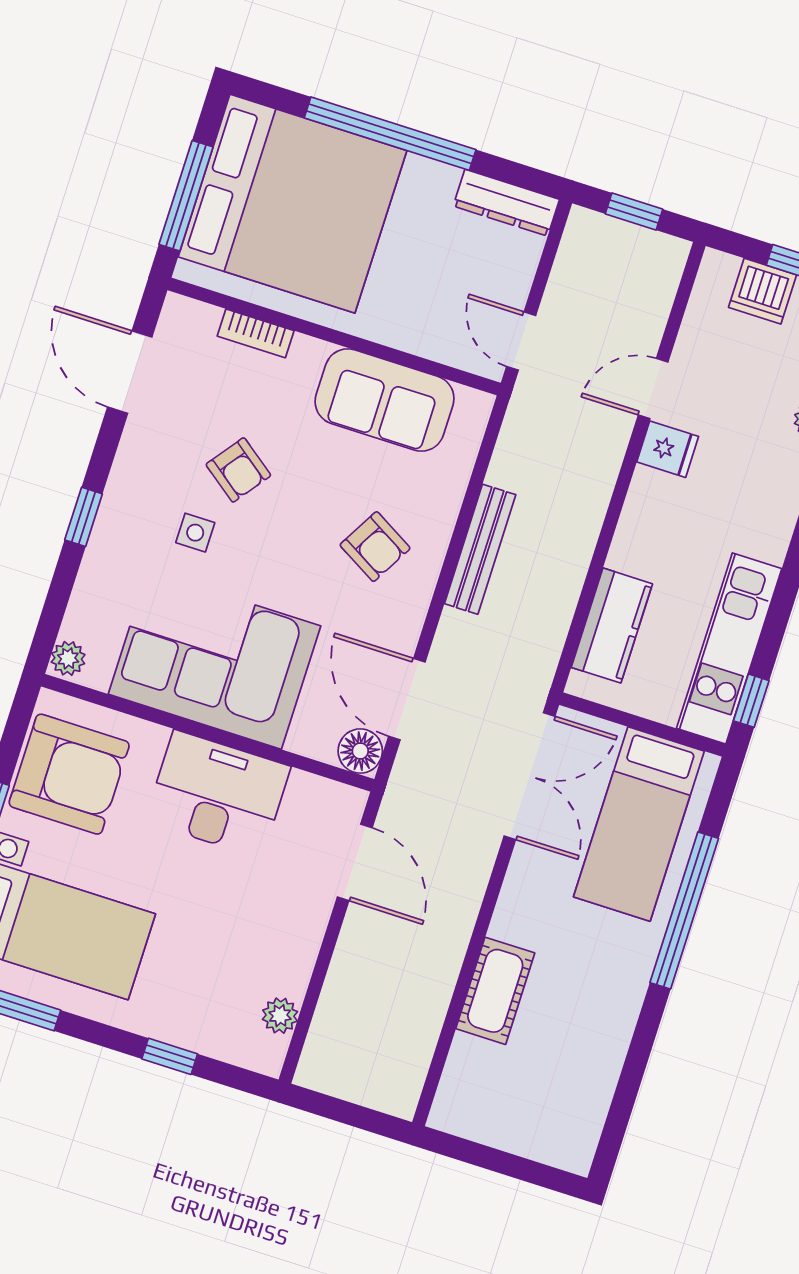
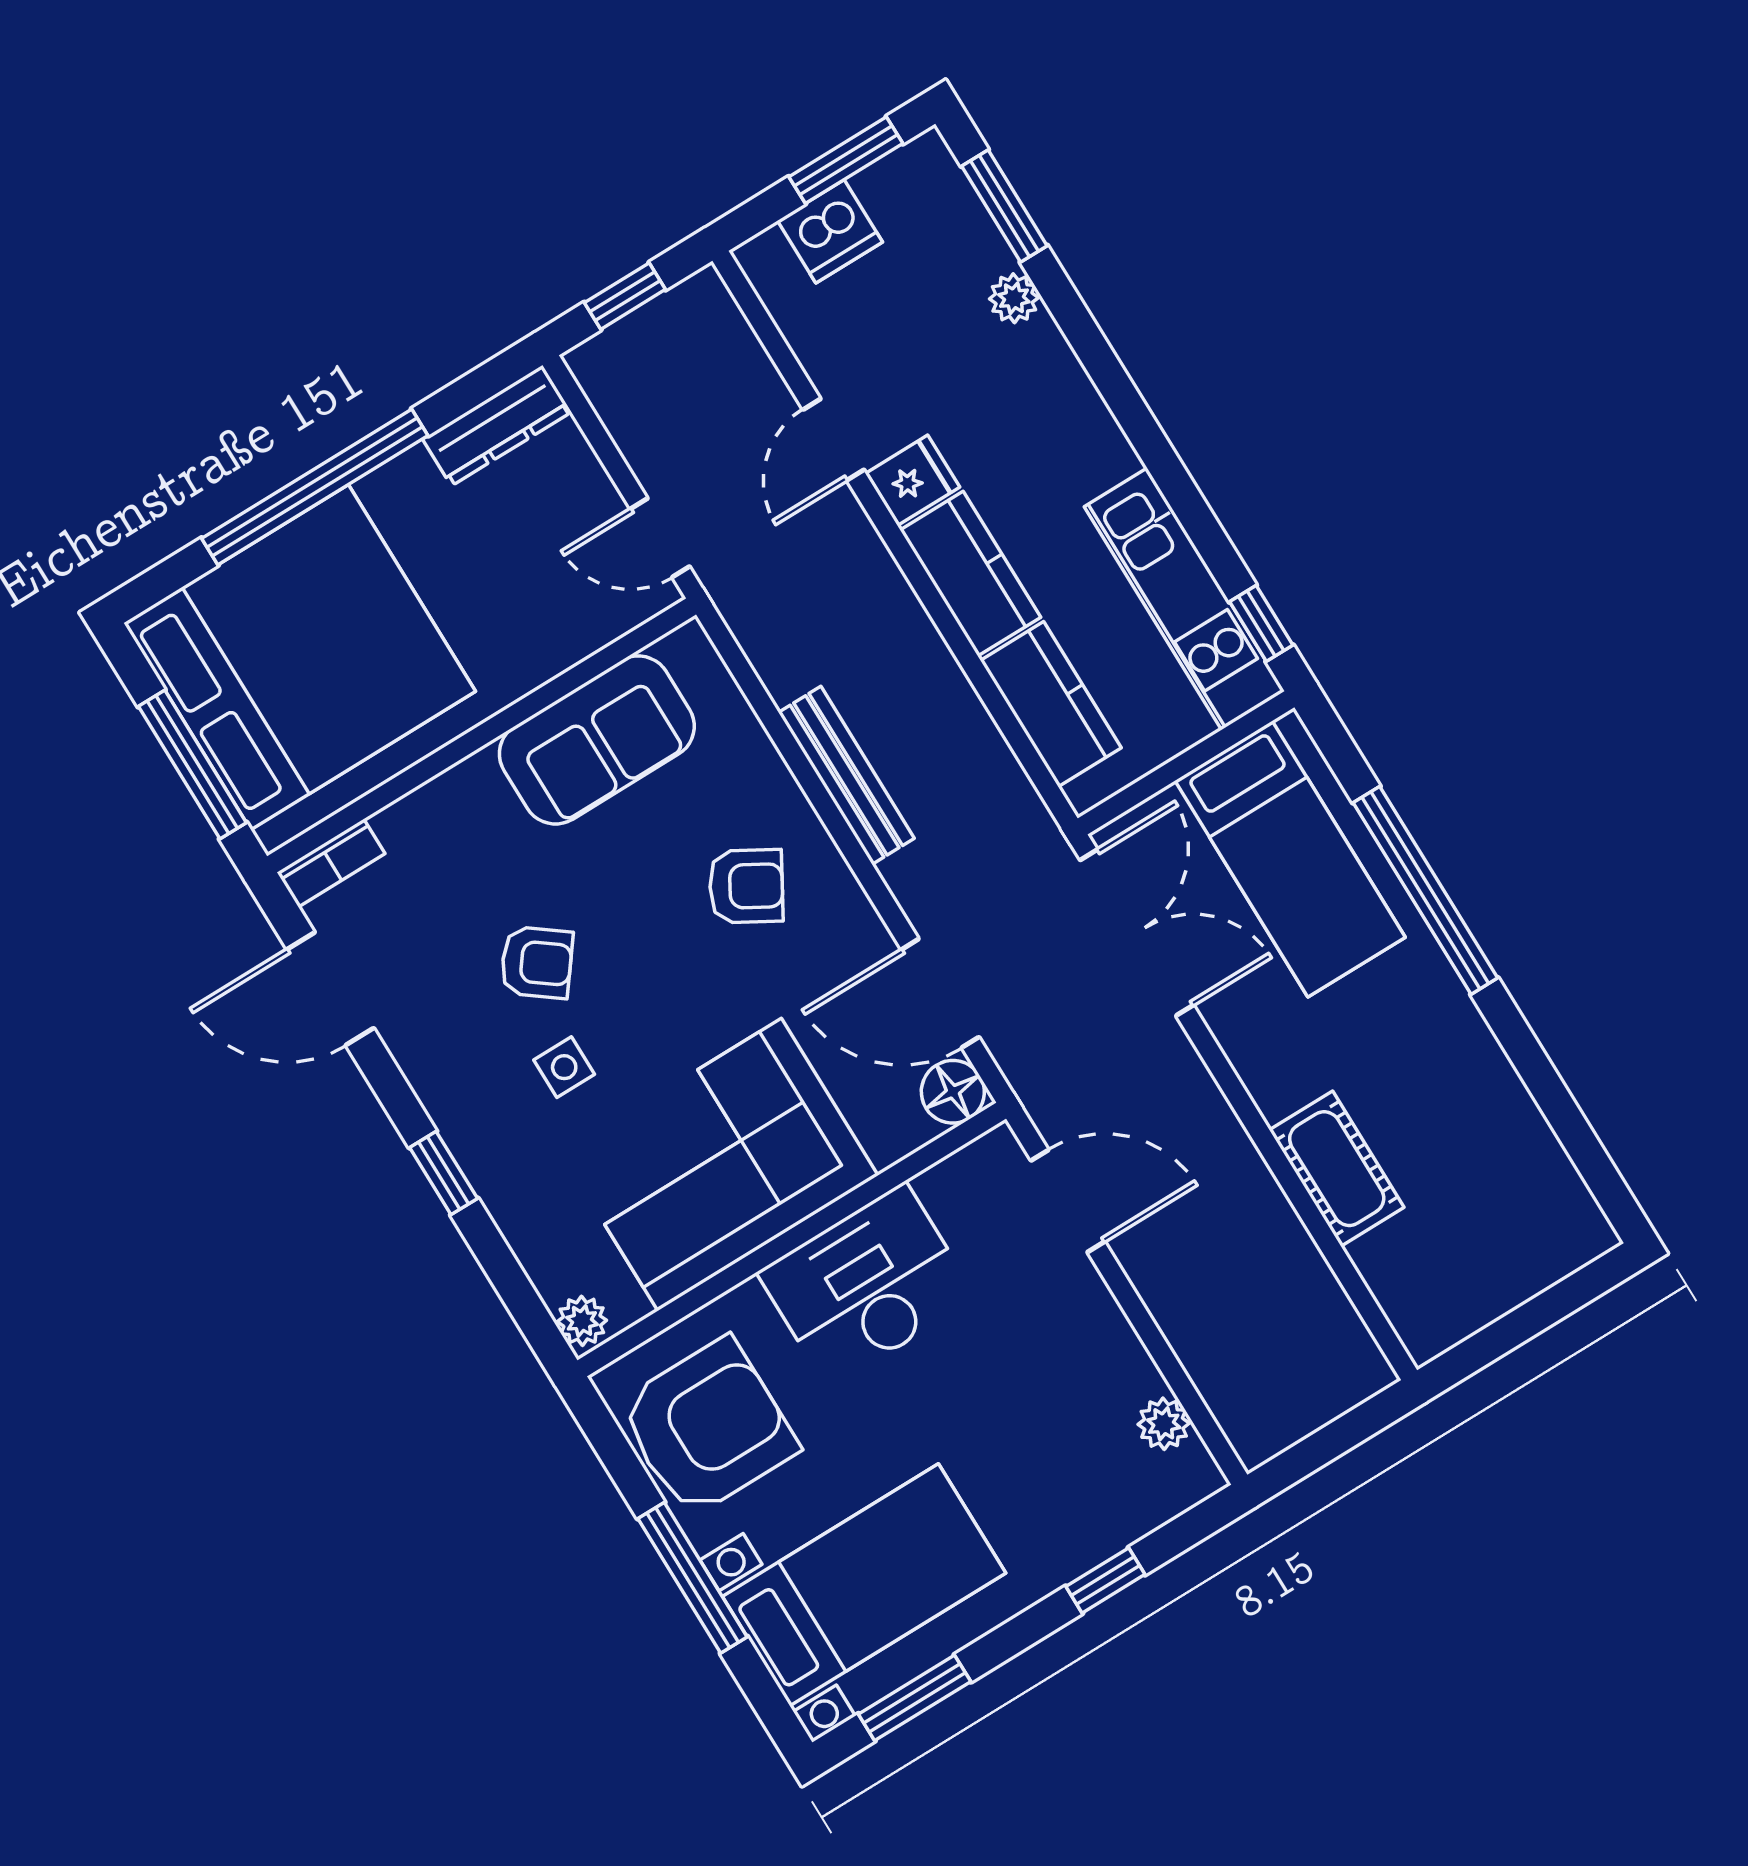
bookcase: (256, 333) -> (331, 863), moved
kitchen counter: (645, 523) -> (970, 574), added

